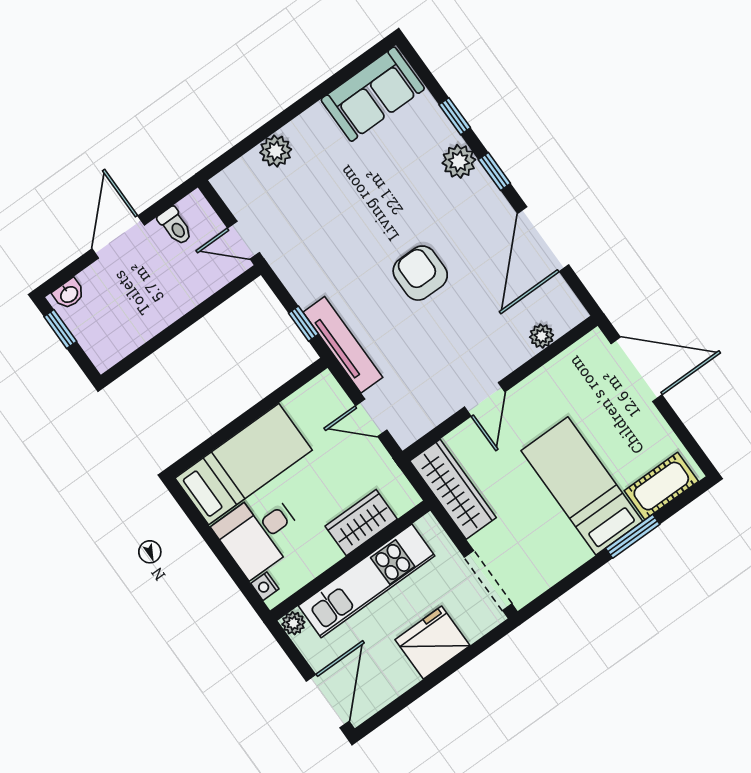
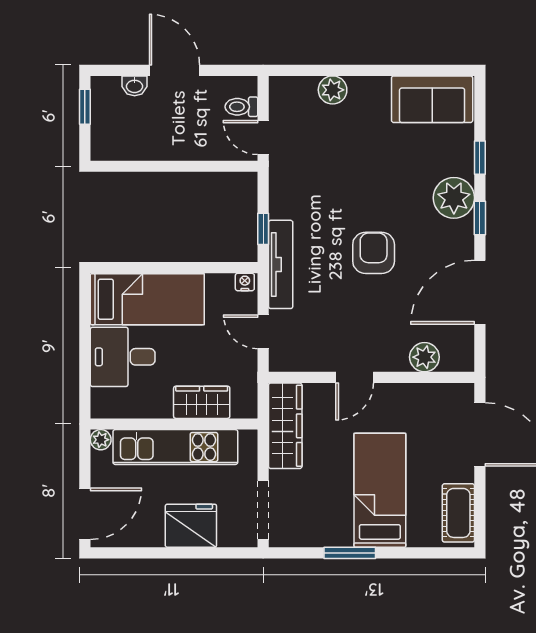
plant: (459, 161) -> (454, 198), width x1.36, depth x1.36
toilet: (175, 226) -> (241, 107), moved, turned 90
door: (118, 237) -> (174, 70), hinge flipped
washbasin: (69, 294) -> (135, 86), moved
plant: (542, 336) -> (424, 357), width x1.38, depth x1.38
cot: (661, 486) -> (458, 513), moved, turned 90
window: (633, 536) -> (350, 553), moved
nightstand: (265, 586) -> (245, 282), moved, turned 90

